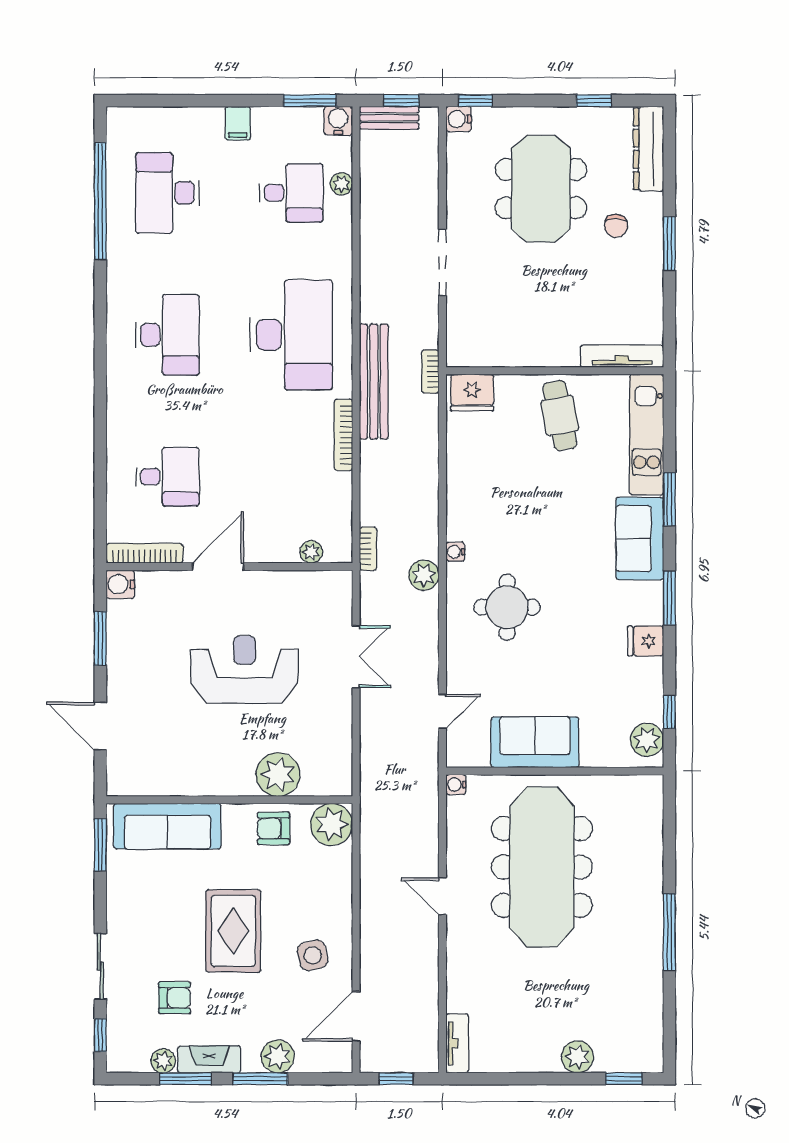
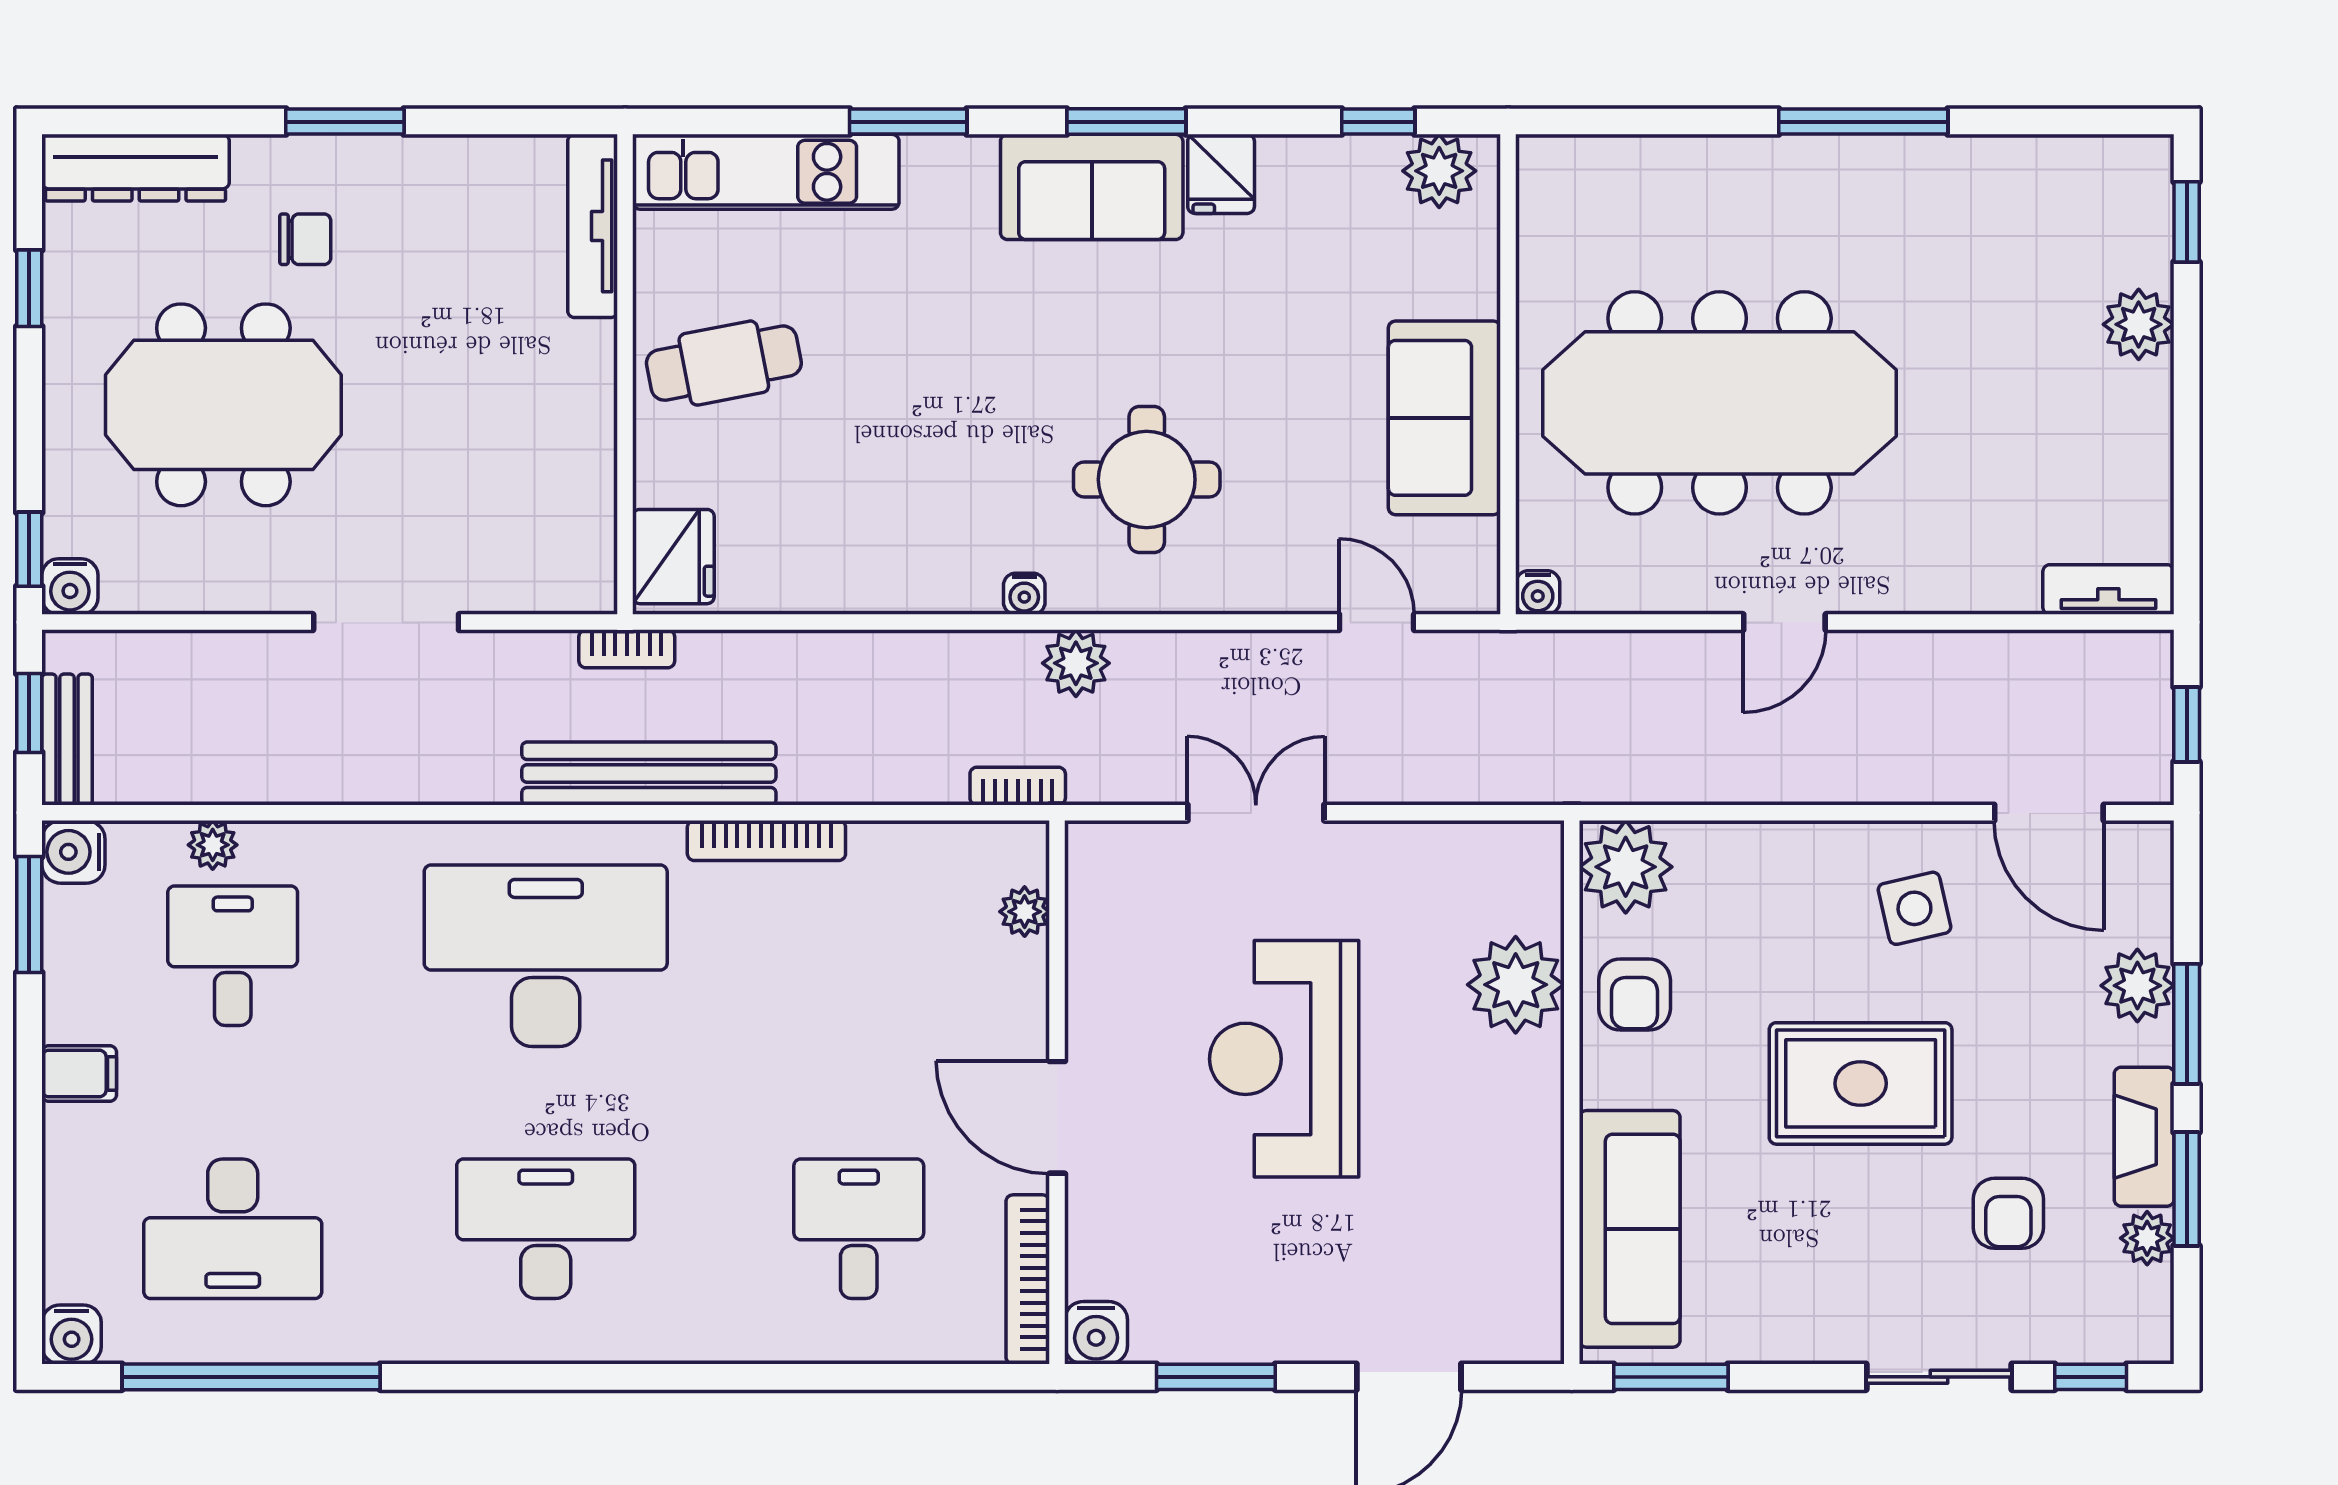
water cooler: (119, 120) -> (72, 1335), added
sofa: (640, 539) -> (1092, 187), moved
armchair: (174, 998) -> (2008, 1213), turned 180

